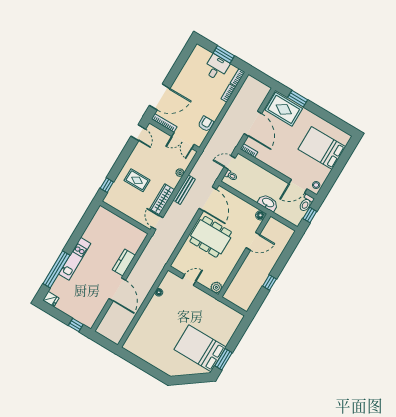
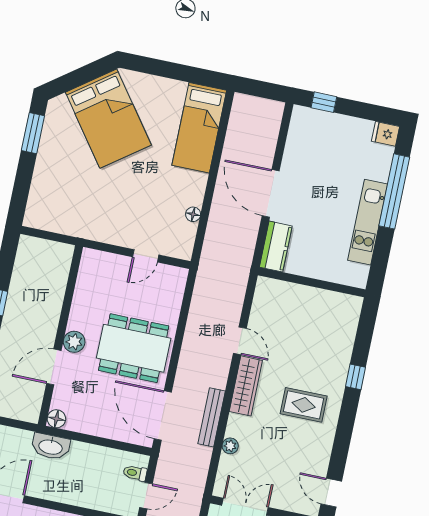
wall: (125, 217) -> (312, 282), moved
plant: (216, 287) -> (74, 342), moved
bed: (141, 334) -> (199, 128), added
bed: (200, 348) -> (108, 119), moved, turned 54

